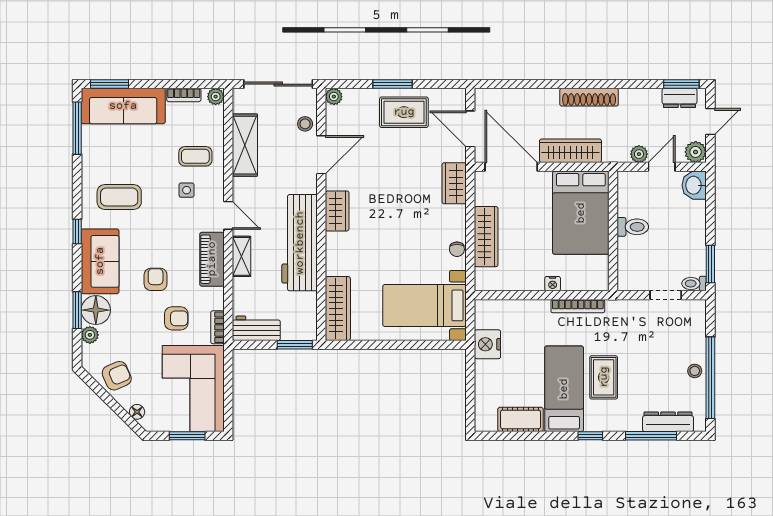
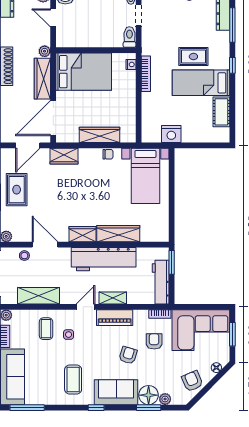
plant: (639, 154) -> (45, 51), moved
toilet: (633, 227) -> (129, 37), moved
armchair: (156, 279) -> (128, 355), turned 107
nightstand: (553, 284) -> (131, 64), moved
wardrobe: (338, 309) -> (118, 234), moved
workbench: (256, 328) -> (161, 282), width x1.37

